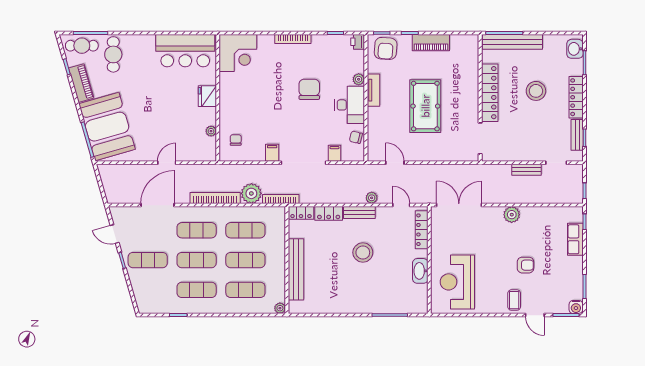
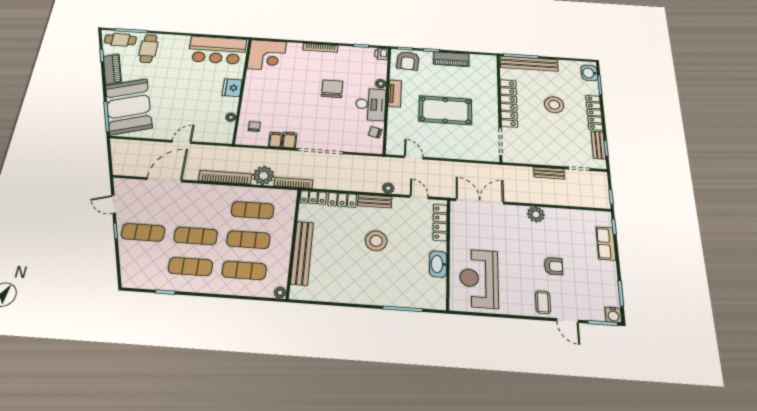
pool table: (425, 106) -> (445, 110), turned 90
filing cabinet: (334, 153) -> (276, 140), moved
exercise mat: (197, 230) -> (201, 207), removed

